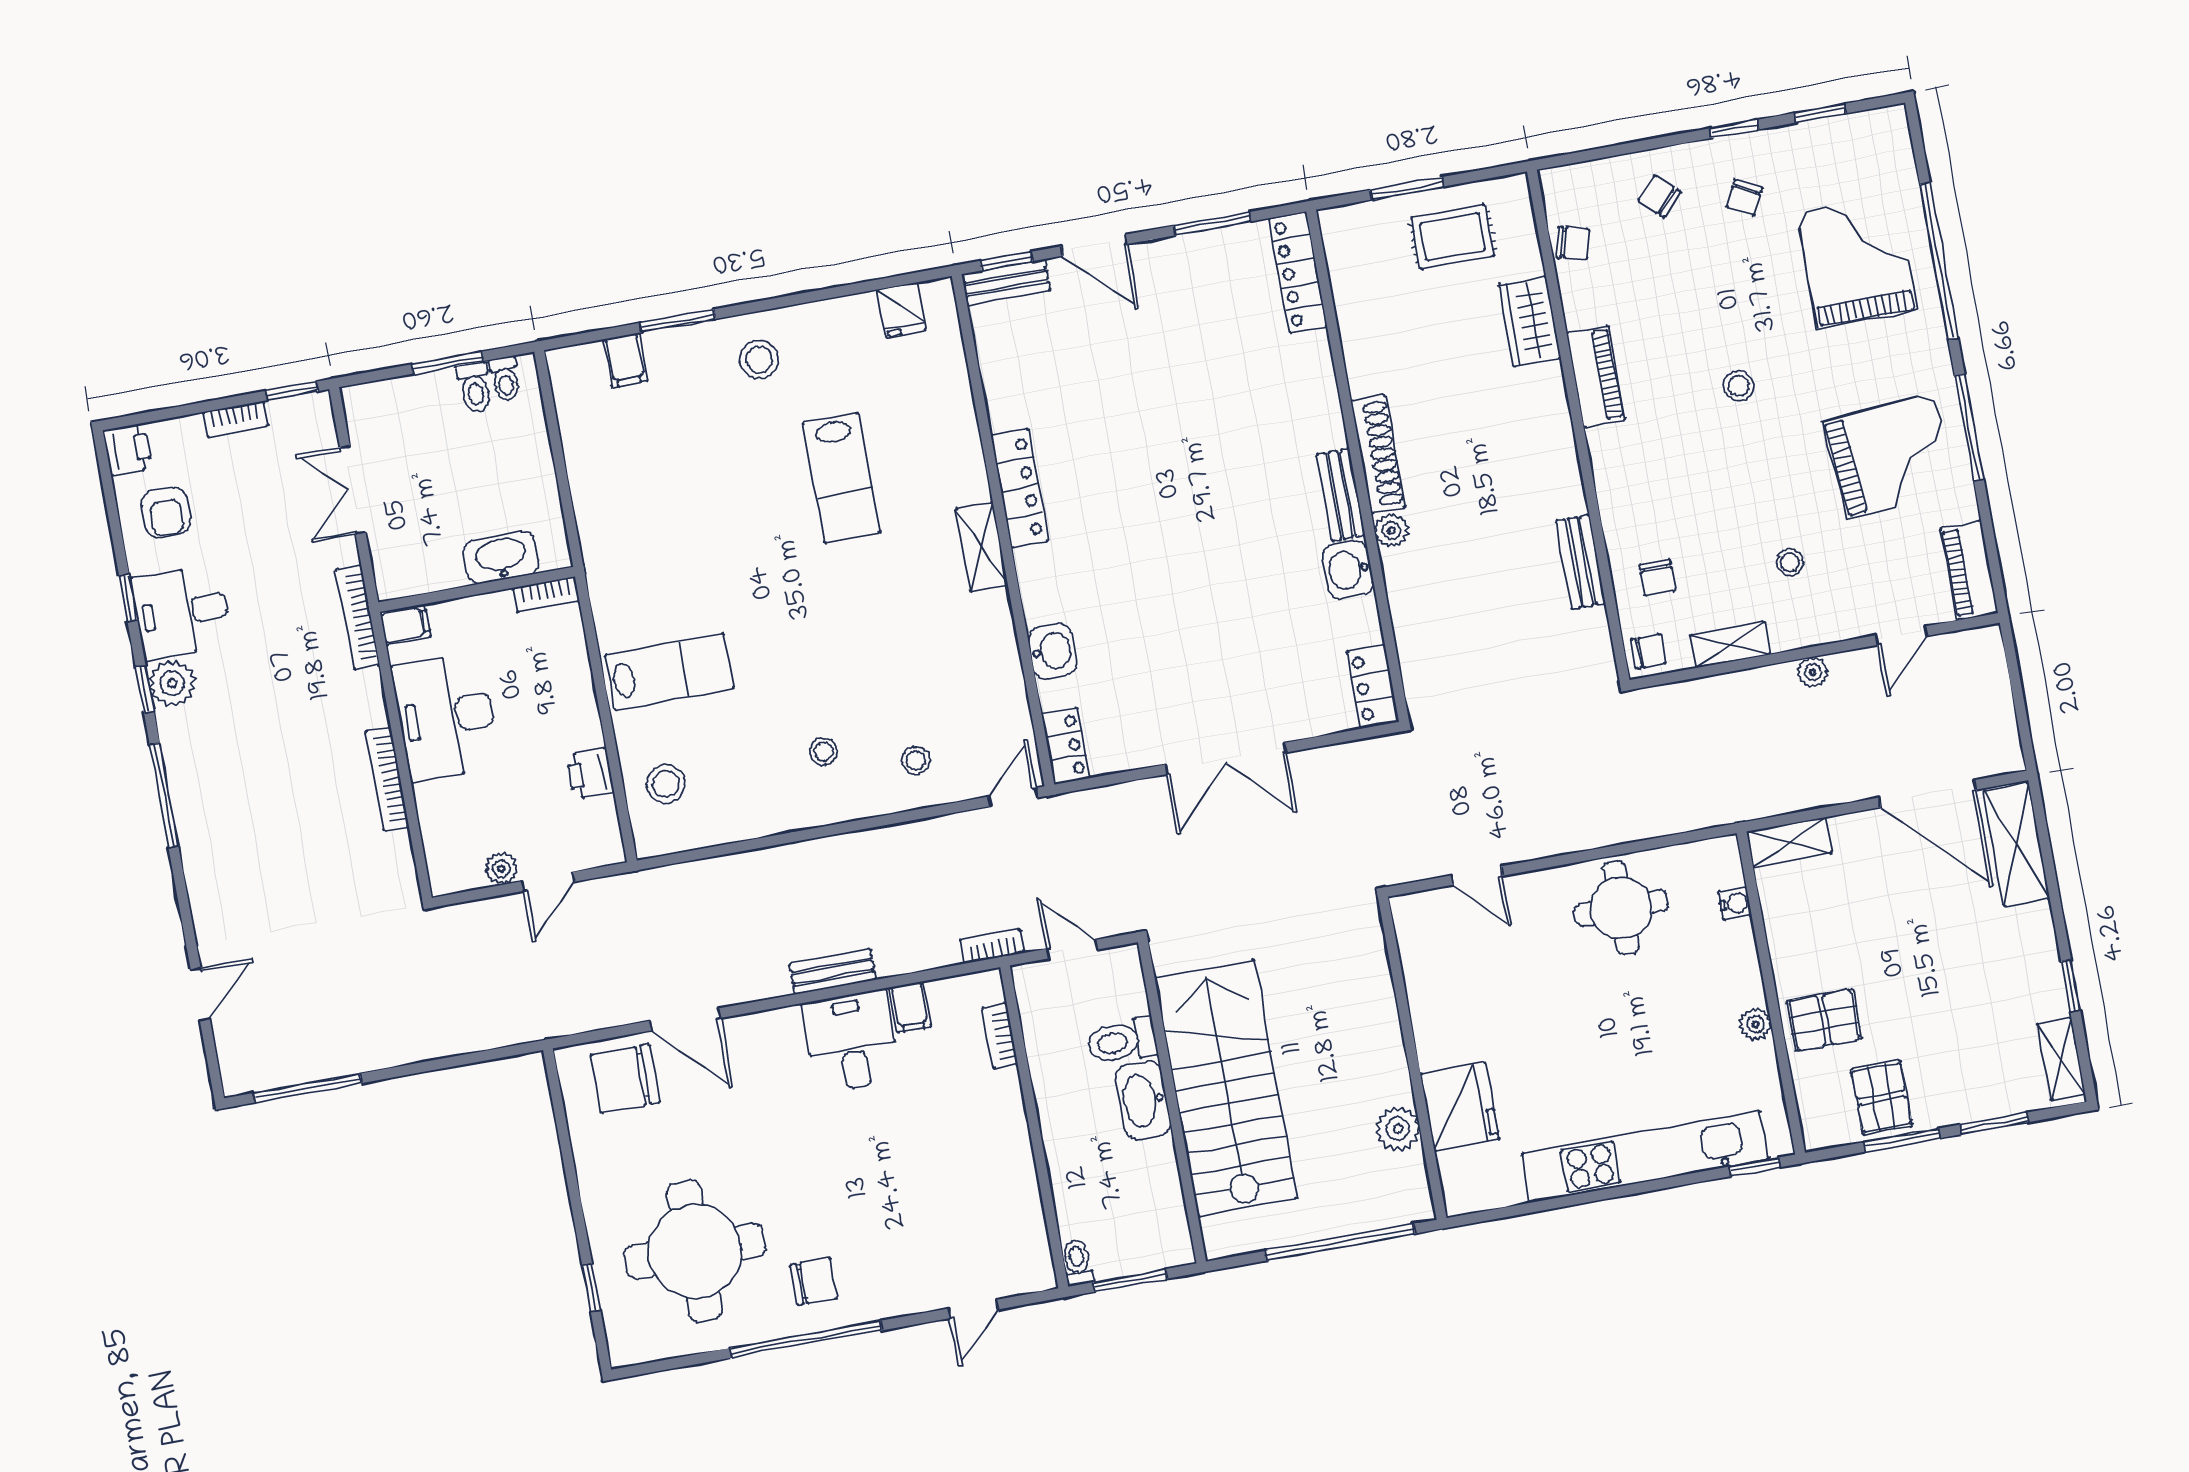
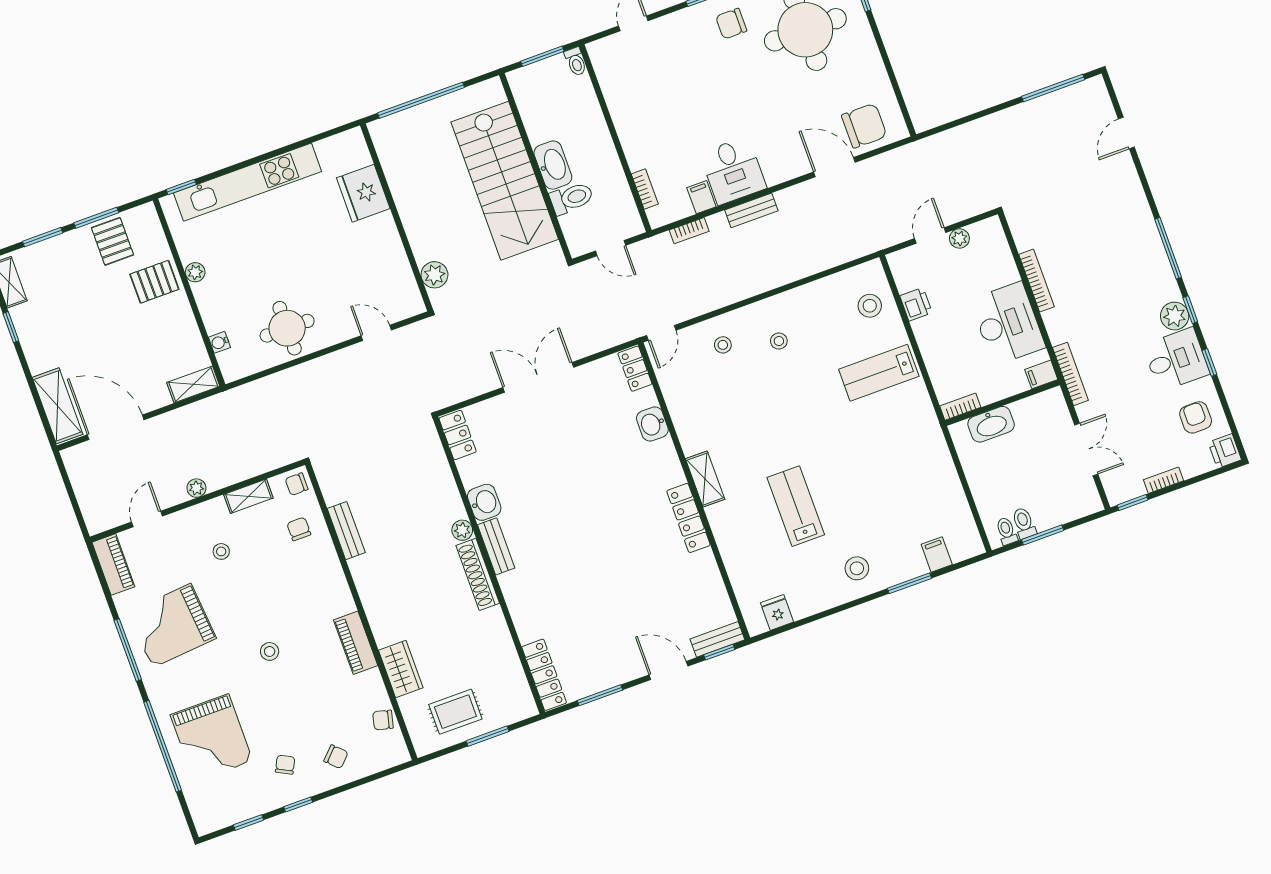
bookcase: (992, 946) -> (689, 231), moved
plant: (1398, 1129) -> (434, 275), moved

